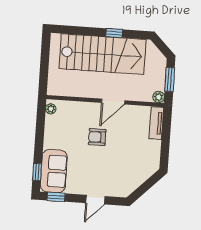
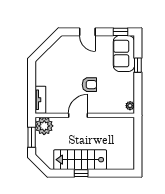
stairs: (103, 54) -> (80, 160), width x0.73, depth x0.66
plant: (159, 97) -> (44, 126), width x1.87, depth x1.87
window: (37, 172) -> (138, 65), moved
door: (95, 200) -> (87, 32), swing flipped

